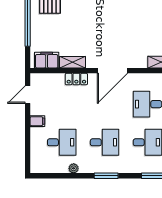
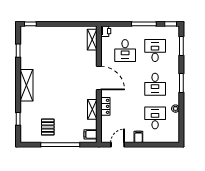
filing cabinet: (47, 60) -> (90, 134), width x0.50
door: (28, 95) -> (118, 145), swing flipped
desk: (105, 142) -> (155, 84), turned 180

